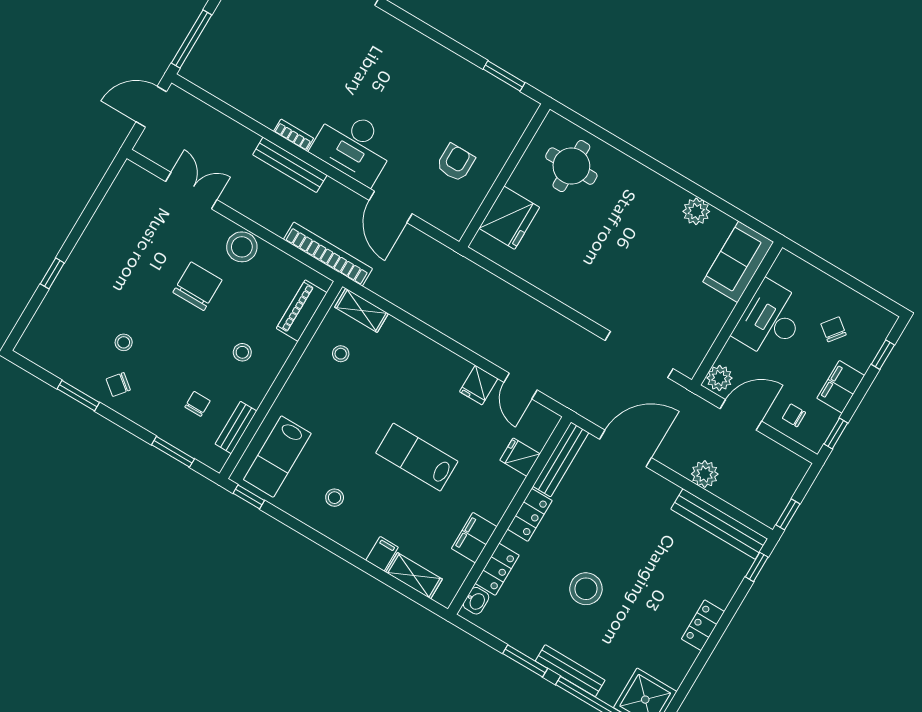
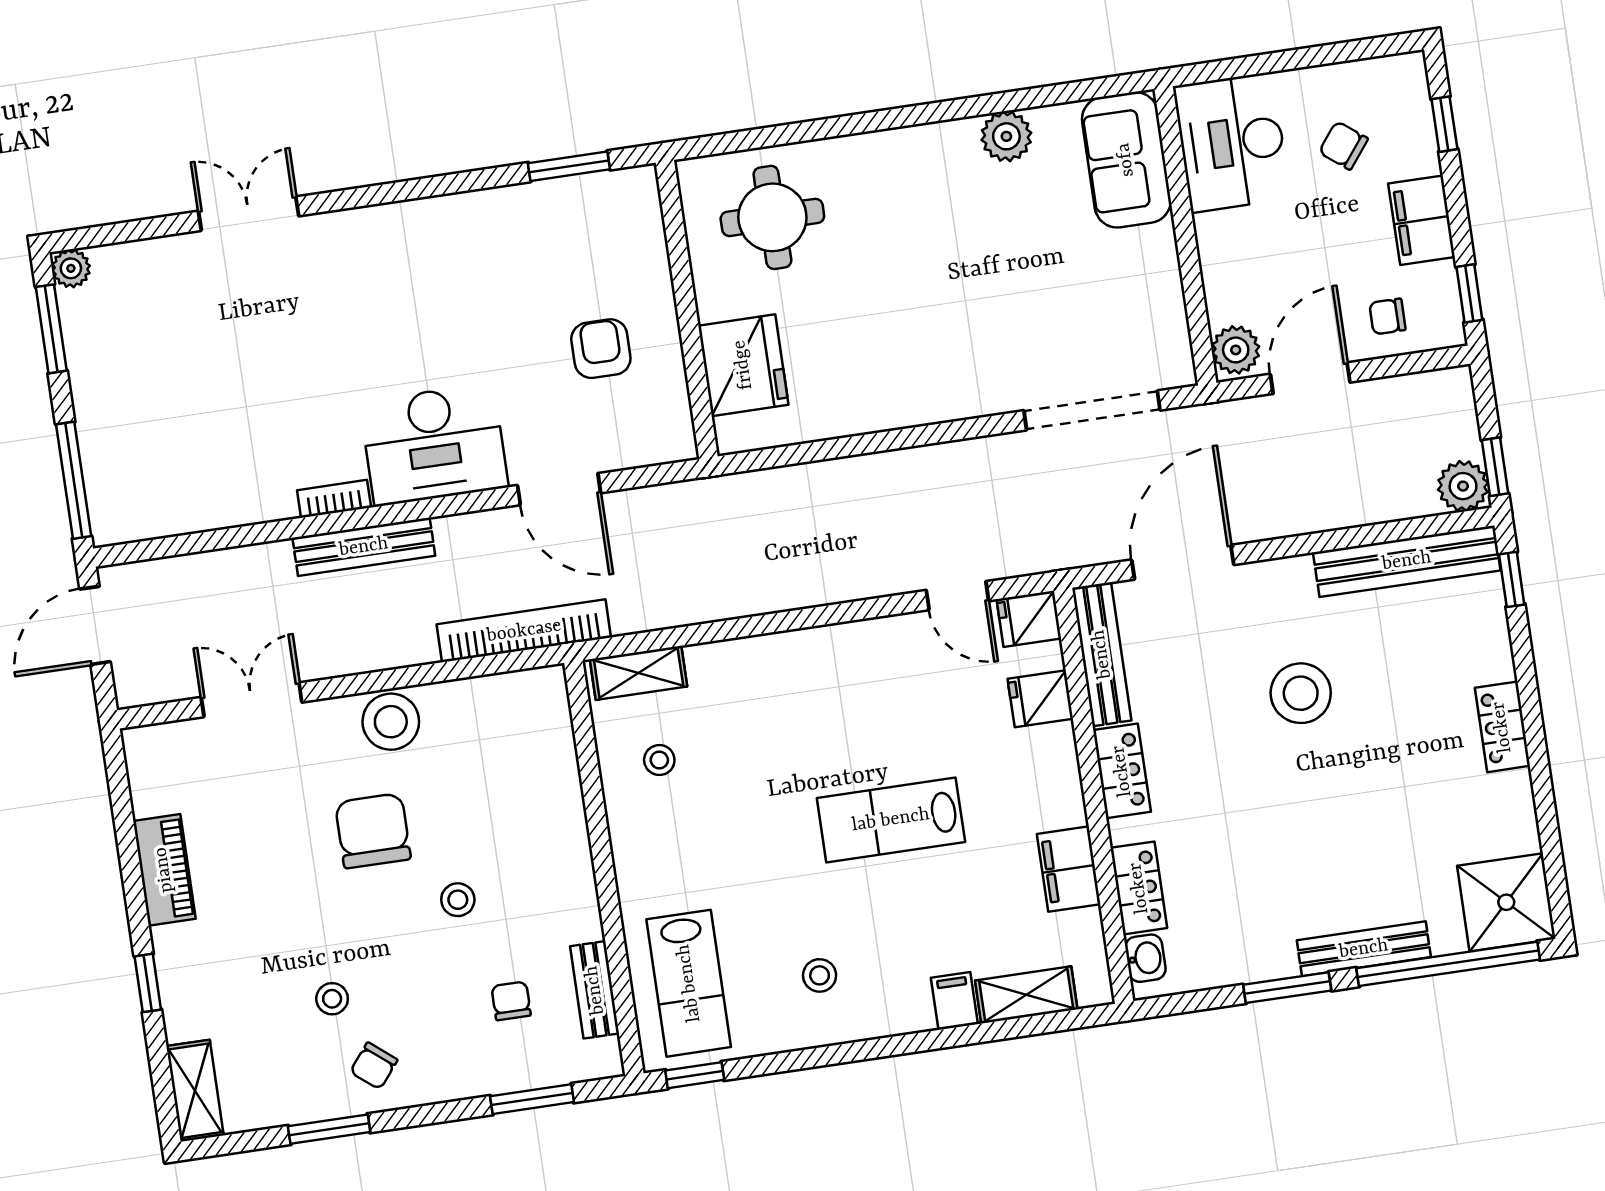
piano: (302, 311) -> (164, 870), moved, turned 180
desk: (770, 320) -> (1232, 142), moved
shelving: (35, 334) -> (195, 1091), added
stool: (242, 352) -> (458, 900), moved
fridge: (479, 385) -> (1029, 619), moved, turned 90
plant: (705, 474) -> (1463, 486), moved
stool: (586, 589) -> (1301, 693), moved

